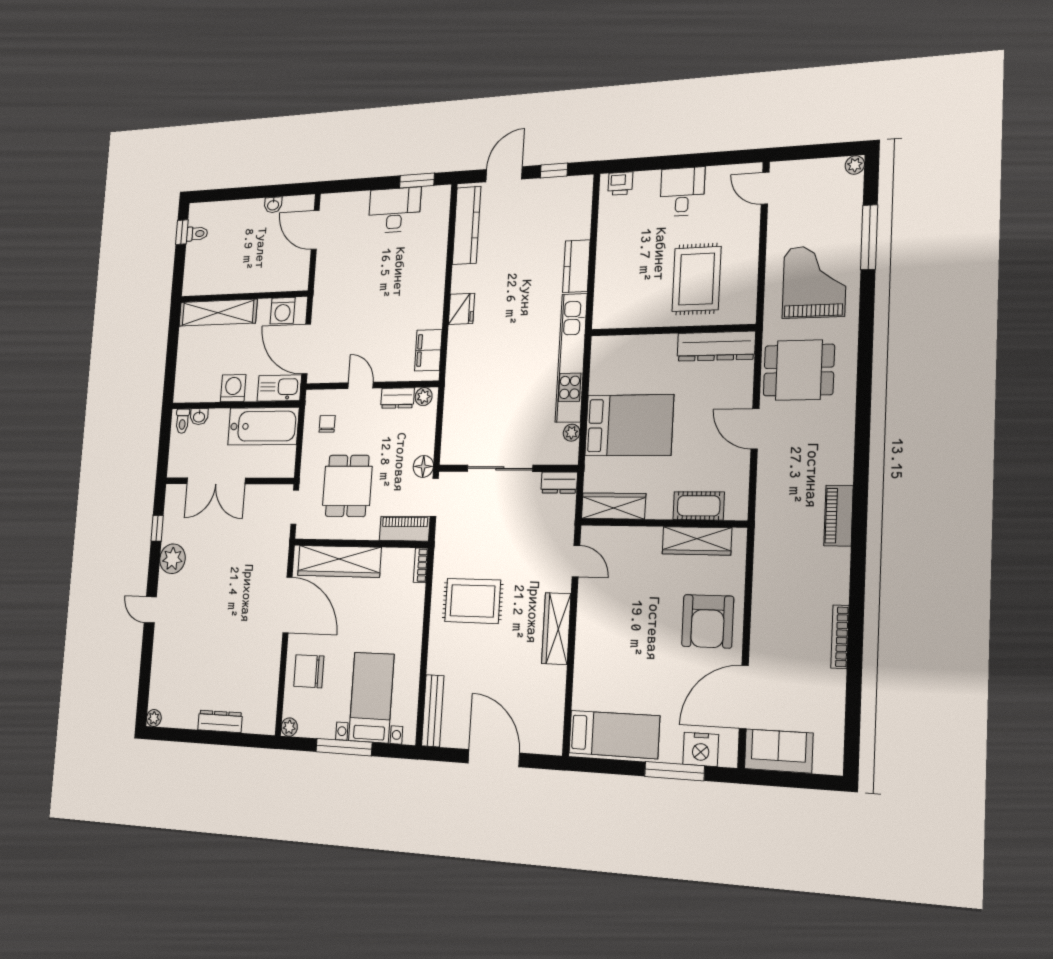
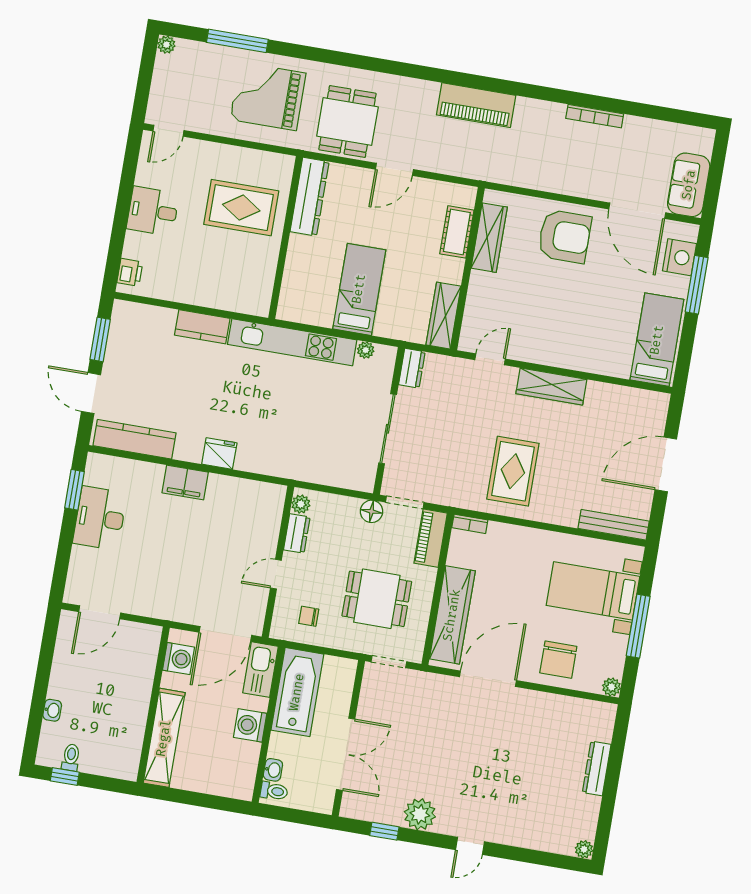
window: (554, 171) -> (100, 339), width x1.50
washbasin: (273, 205) -> (52, 710), moved
filing cabinet: (428, 350) -> (185, 482), moved
bed: (629, 425) -> (359, 289), width x0.67
piano: (839, 516) -> (476, 105), width x1.37, depth x1.33

